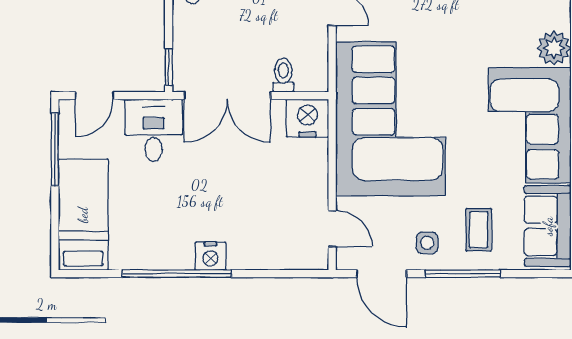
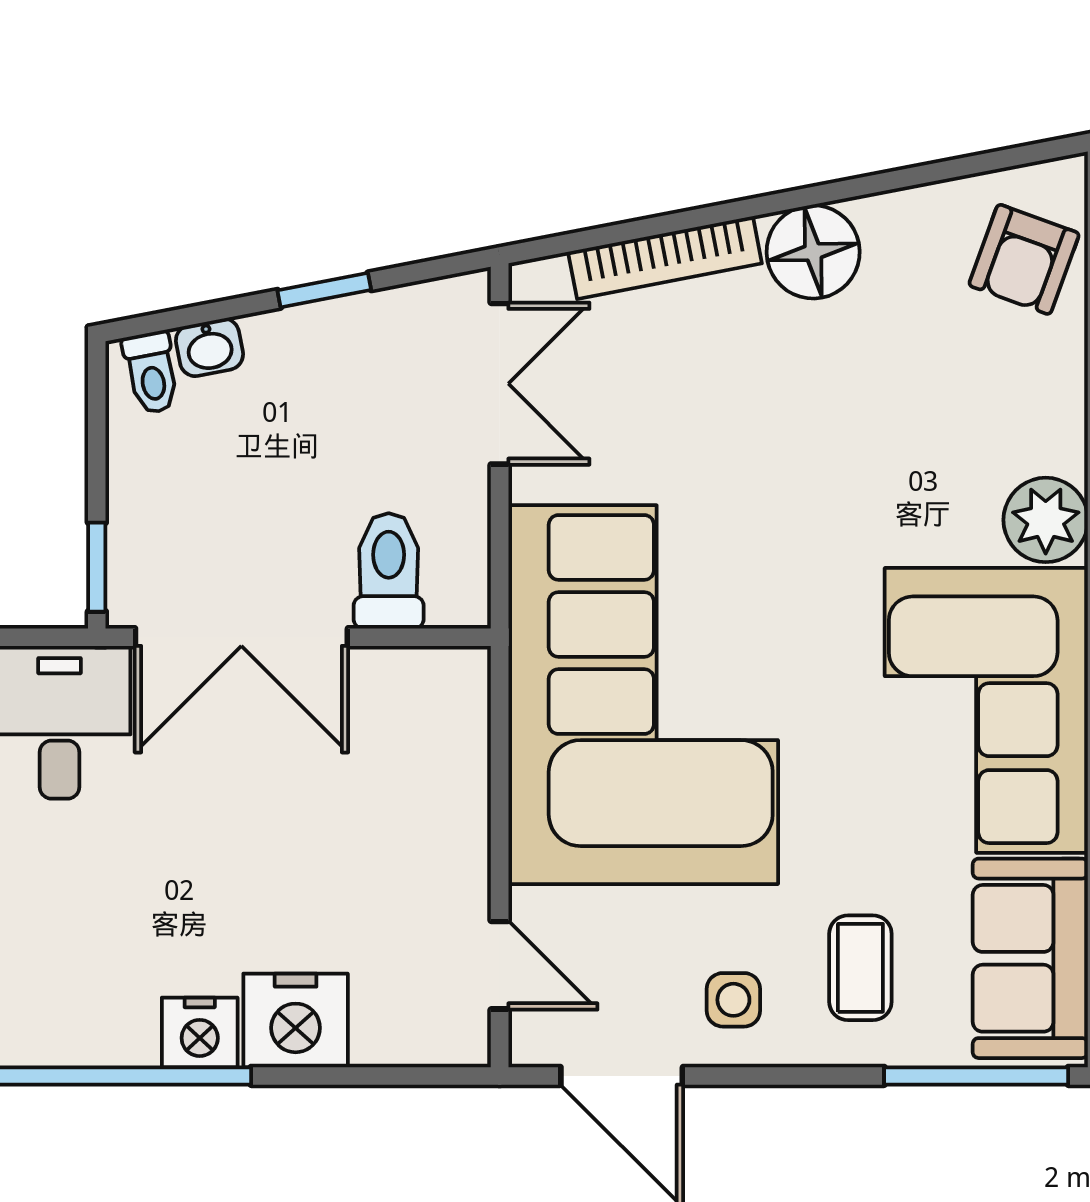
toilet: (283, 75) -> (389, 571), width x1.37, depth x1.39
nightstand: (307, 118) -> (296, 1020), moved, turned 180
window: (463, 274) -> (976, 1076), moved

